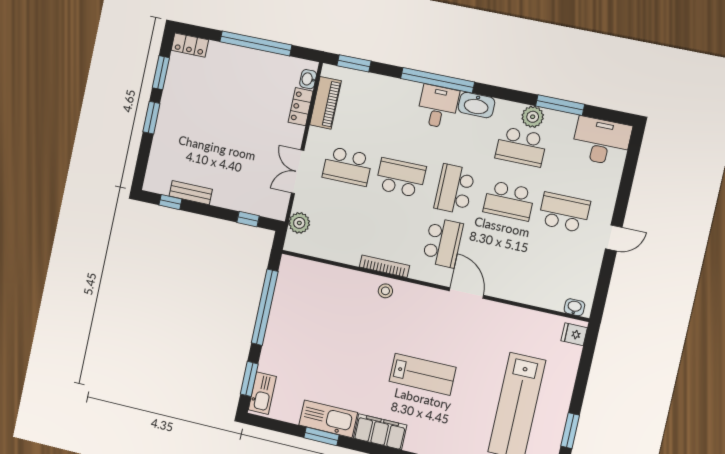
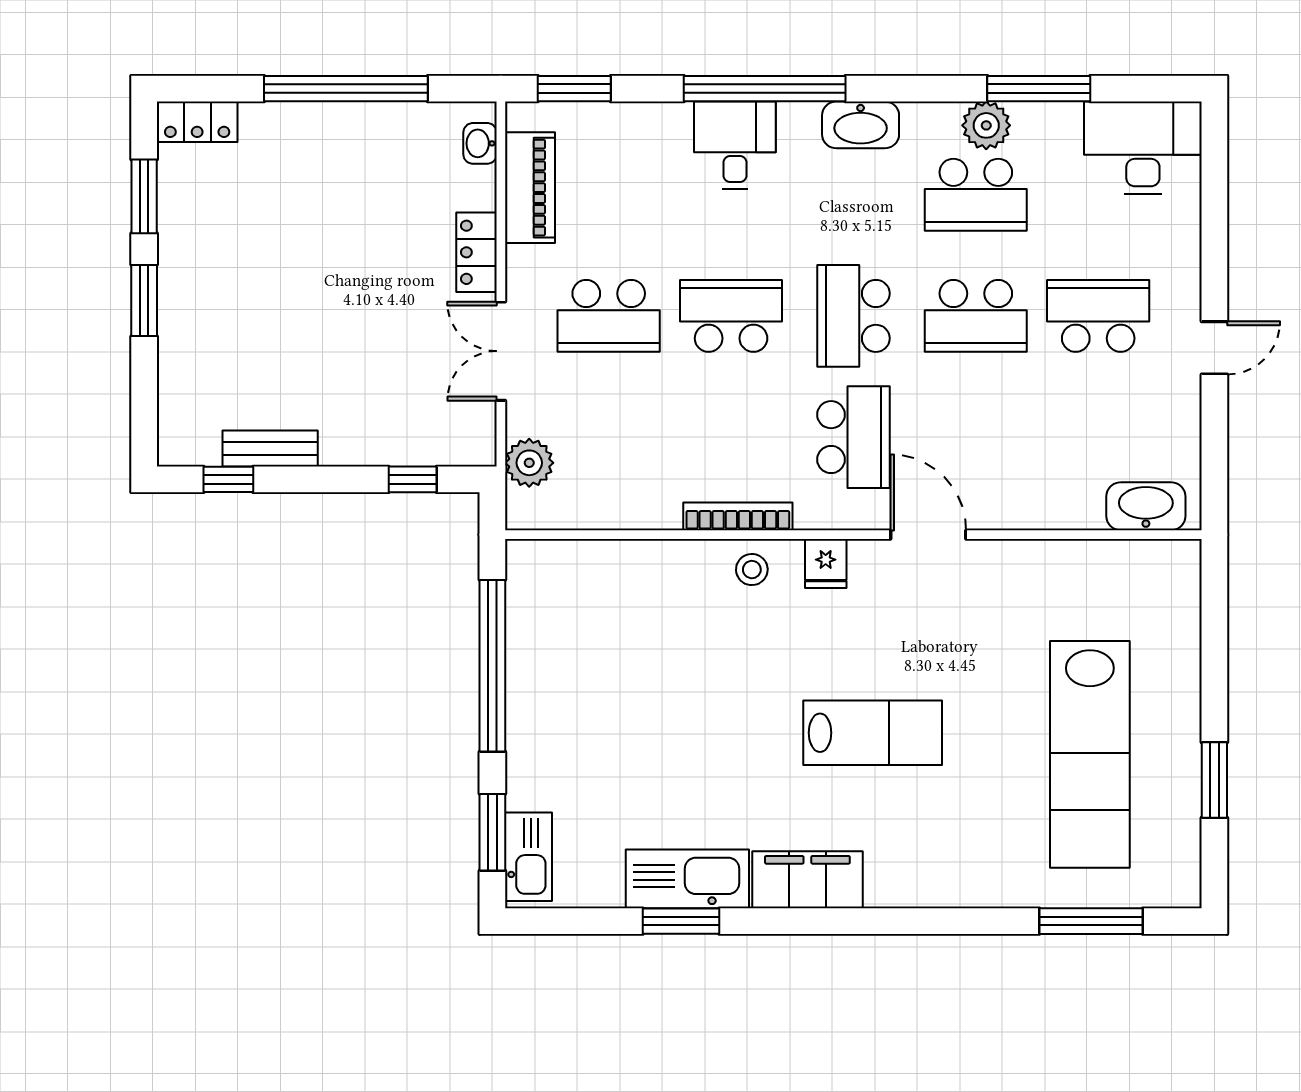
locker: (301, 107) -> (476, 252), moved
desk: (438, 107) -> (735, 145), moved
washbasin: (574, 307) -> (1146, 506), width x1.91, depth x1.45
fridge: (574, 334) -> (826, 563), moved, turned -90

